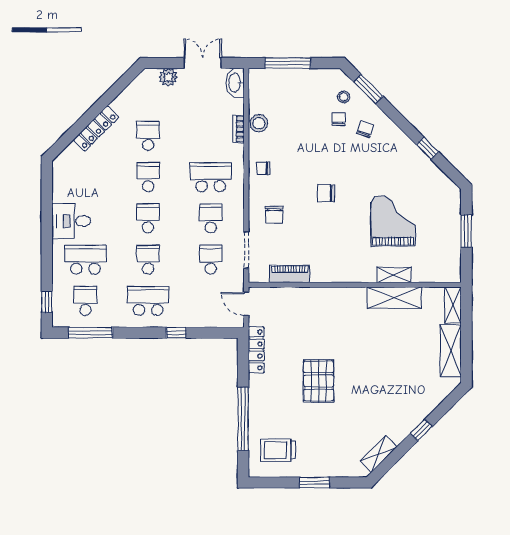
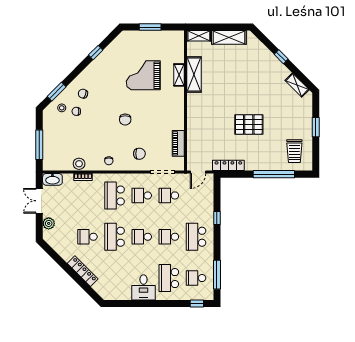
school desk: (148, 177) -> (115, 237), width x1.85

